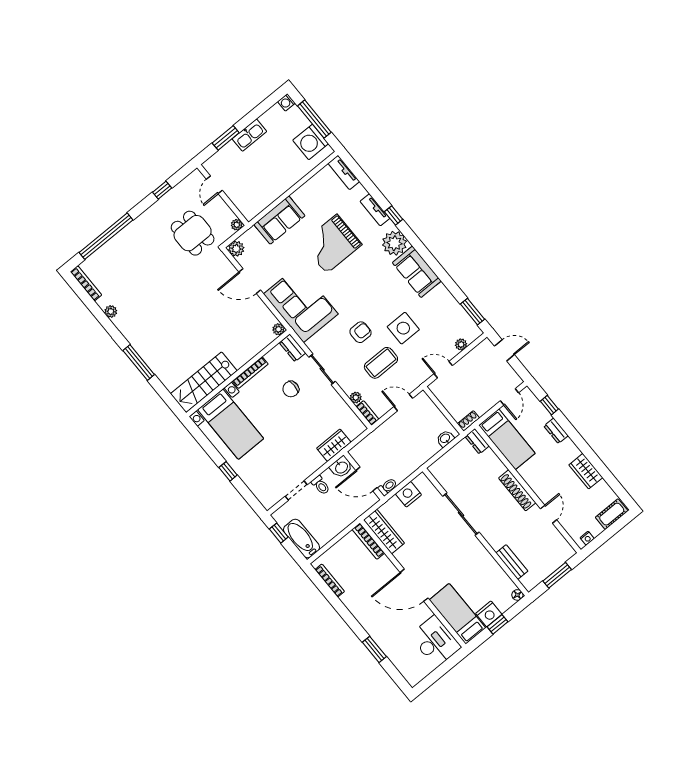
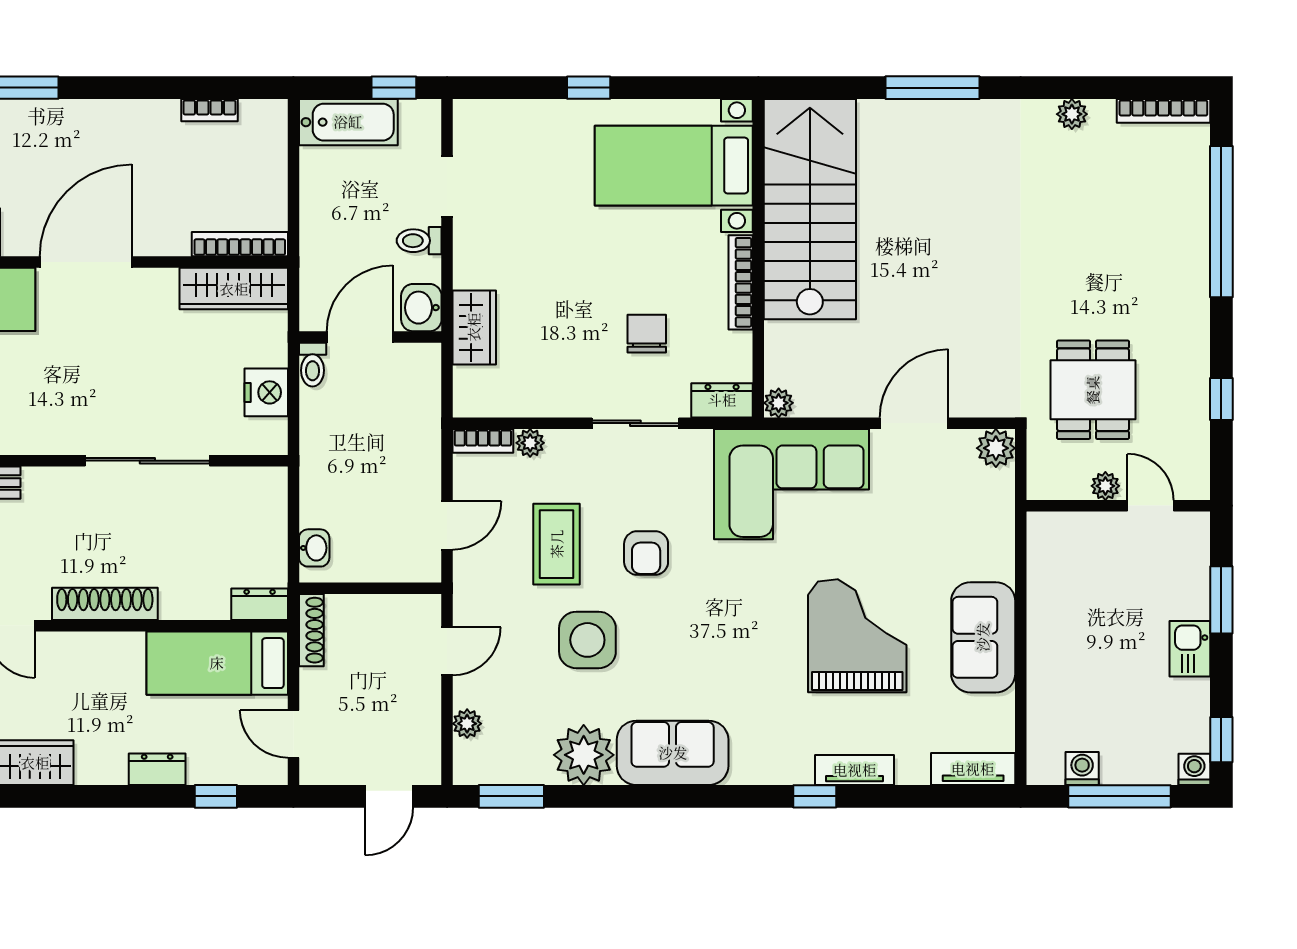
window: (270, 102) -> (1221, 740), added
kitchen sink: (249, 135) -> (1190, 649), width x0.73
washing machine: (311, 142) -> (1082, 768), width x0.53, depth x0.53
sofa: (279, 220) -> (983, 637), moved
plant: (237, 225) -> (1105, 486), moved
dining table: (193, 233) -> (1093, 390), turned 90
plant: (394, 243) -> (584, 755), moved
stairs: (204, 382) -> (810, 209), width x1.36, depth x1.51
shoe rack: (468, 421) -> (311, 630), width x1.43
bookcase: (330, 581) -> (209, 110), width x0.64

